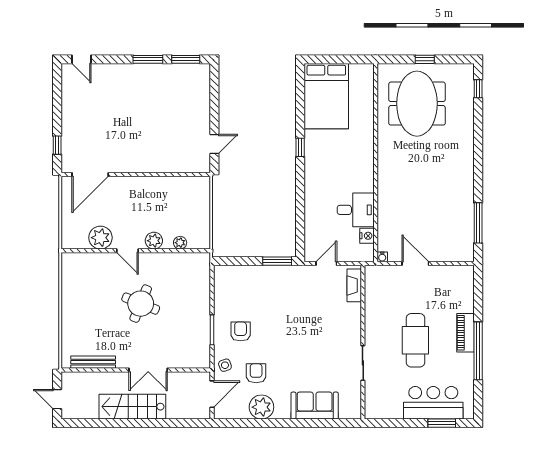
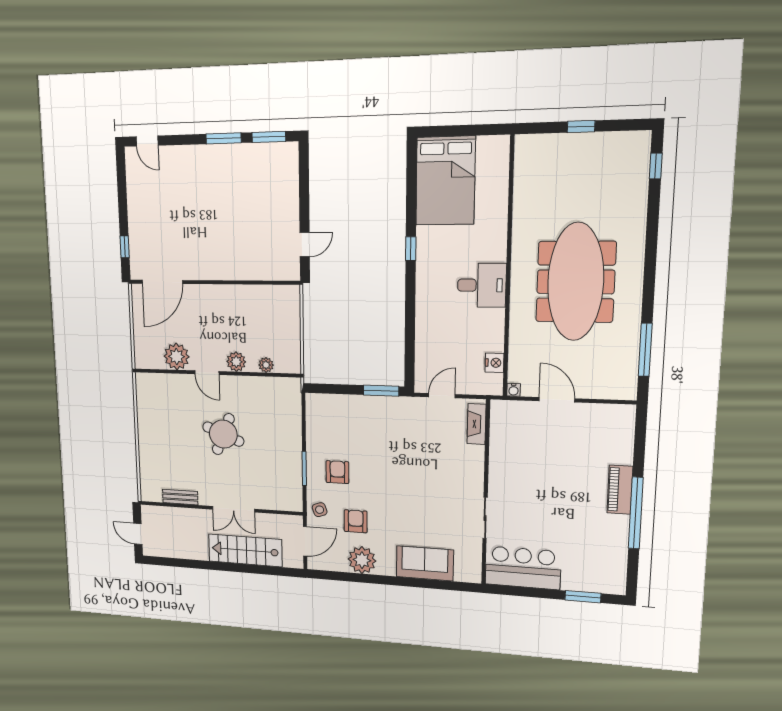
meeting table: (417, 104) -> (576, 282), moved, width x1.36
desk: (356, 210) -> (482, 285), moved
cafe table: (415, 340) -> (553, 495), removed
bench: (93, 362) -> (180, 497), width x0.73
bar counter: (433, 403) -> (523, 568), moved
stairs: (132, 407) -> (245, 550), moved

